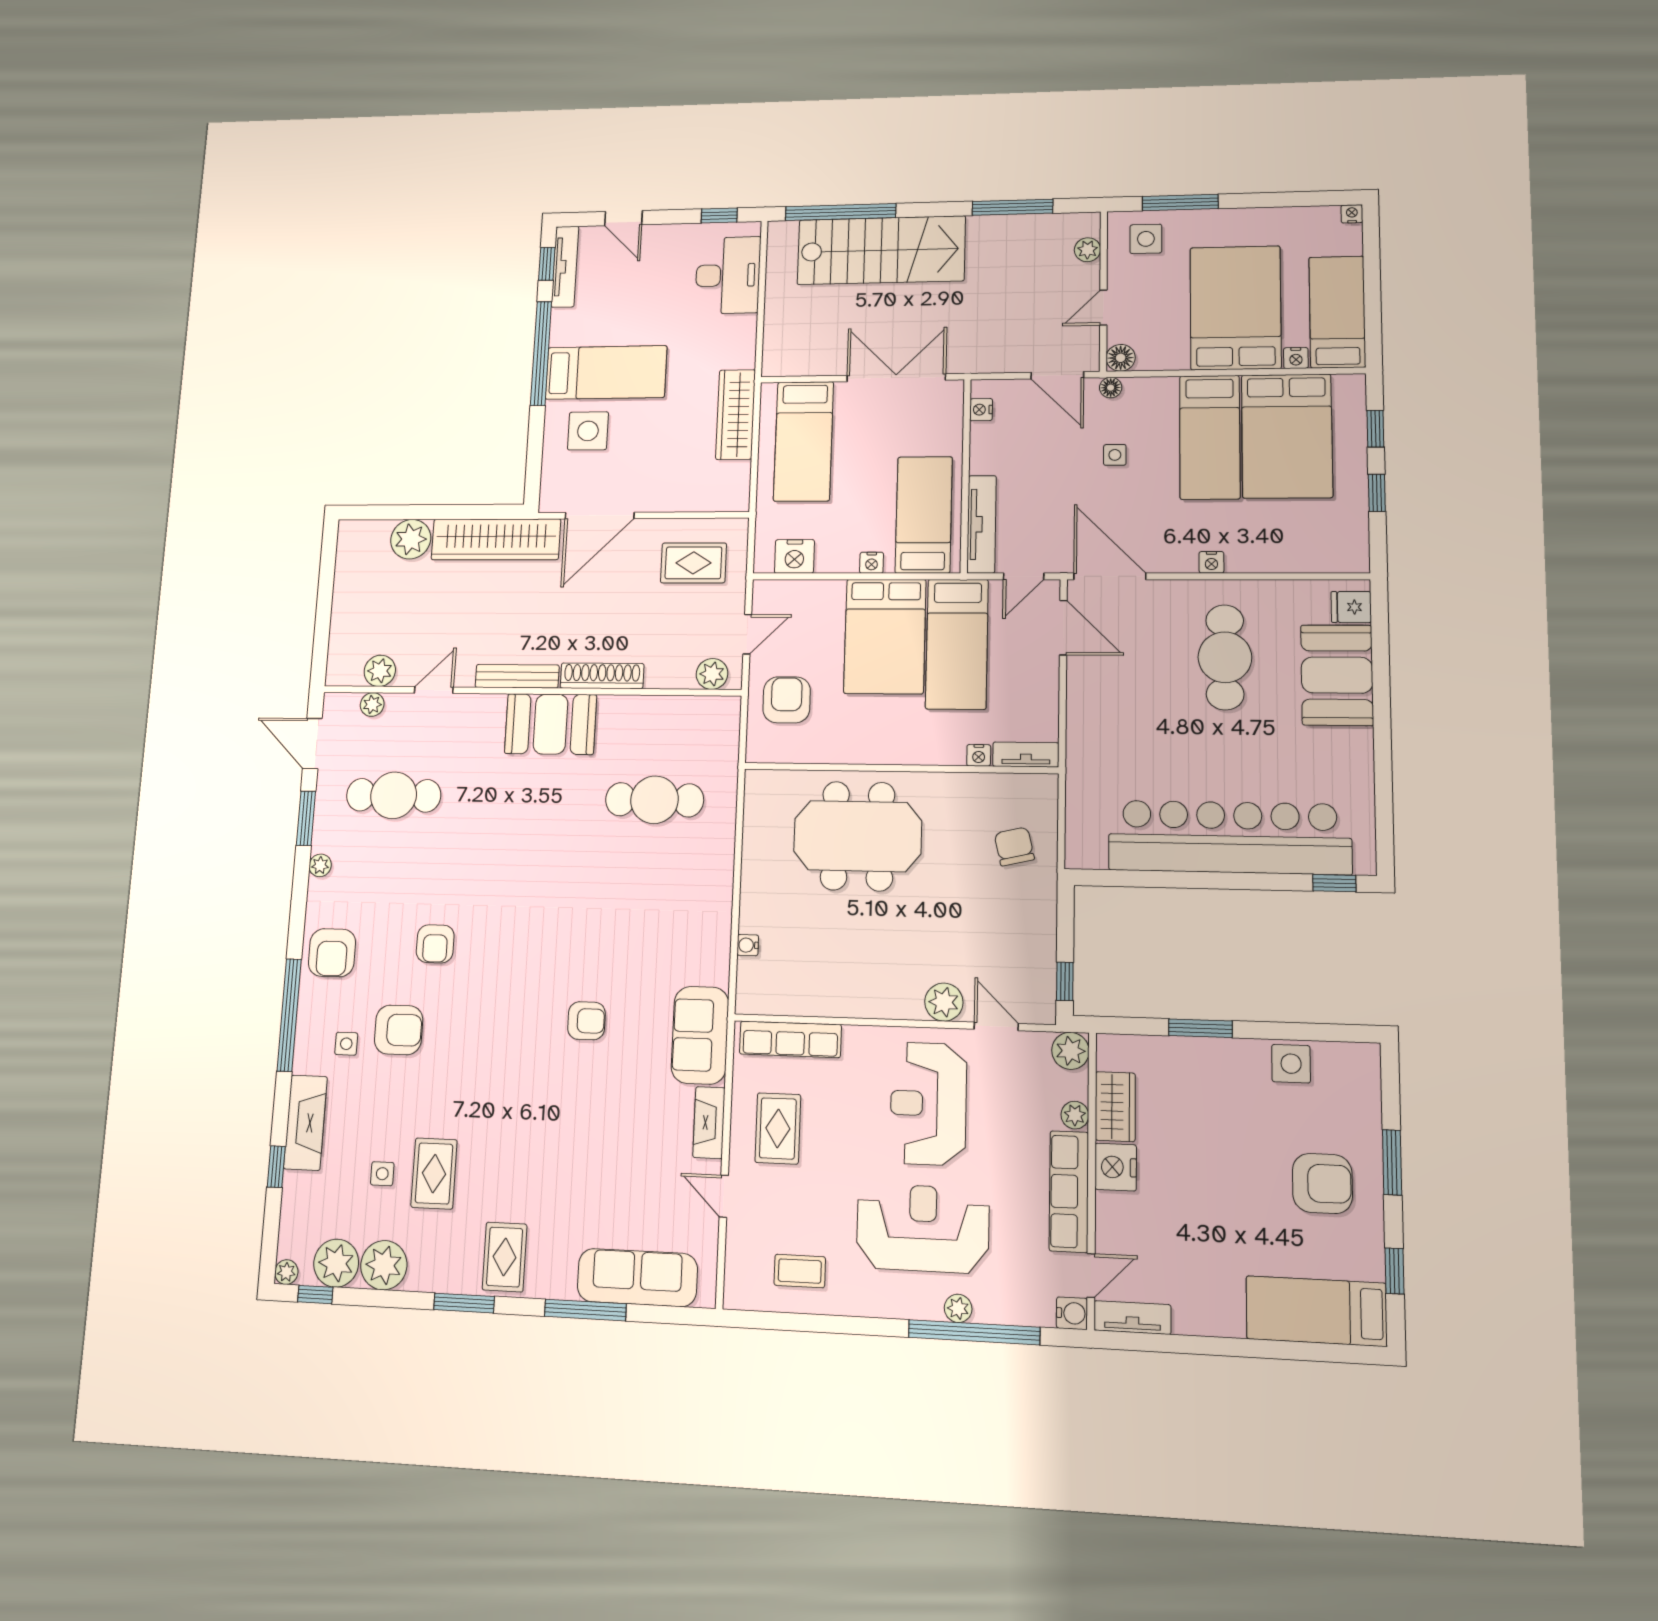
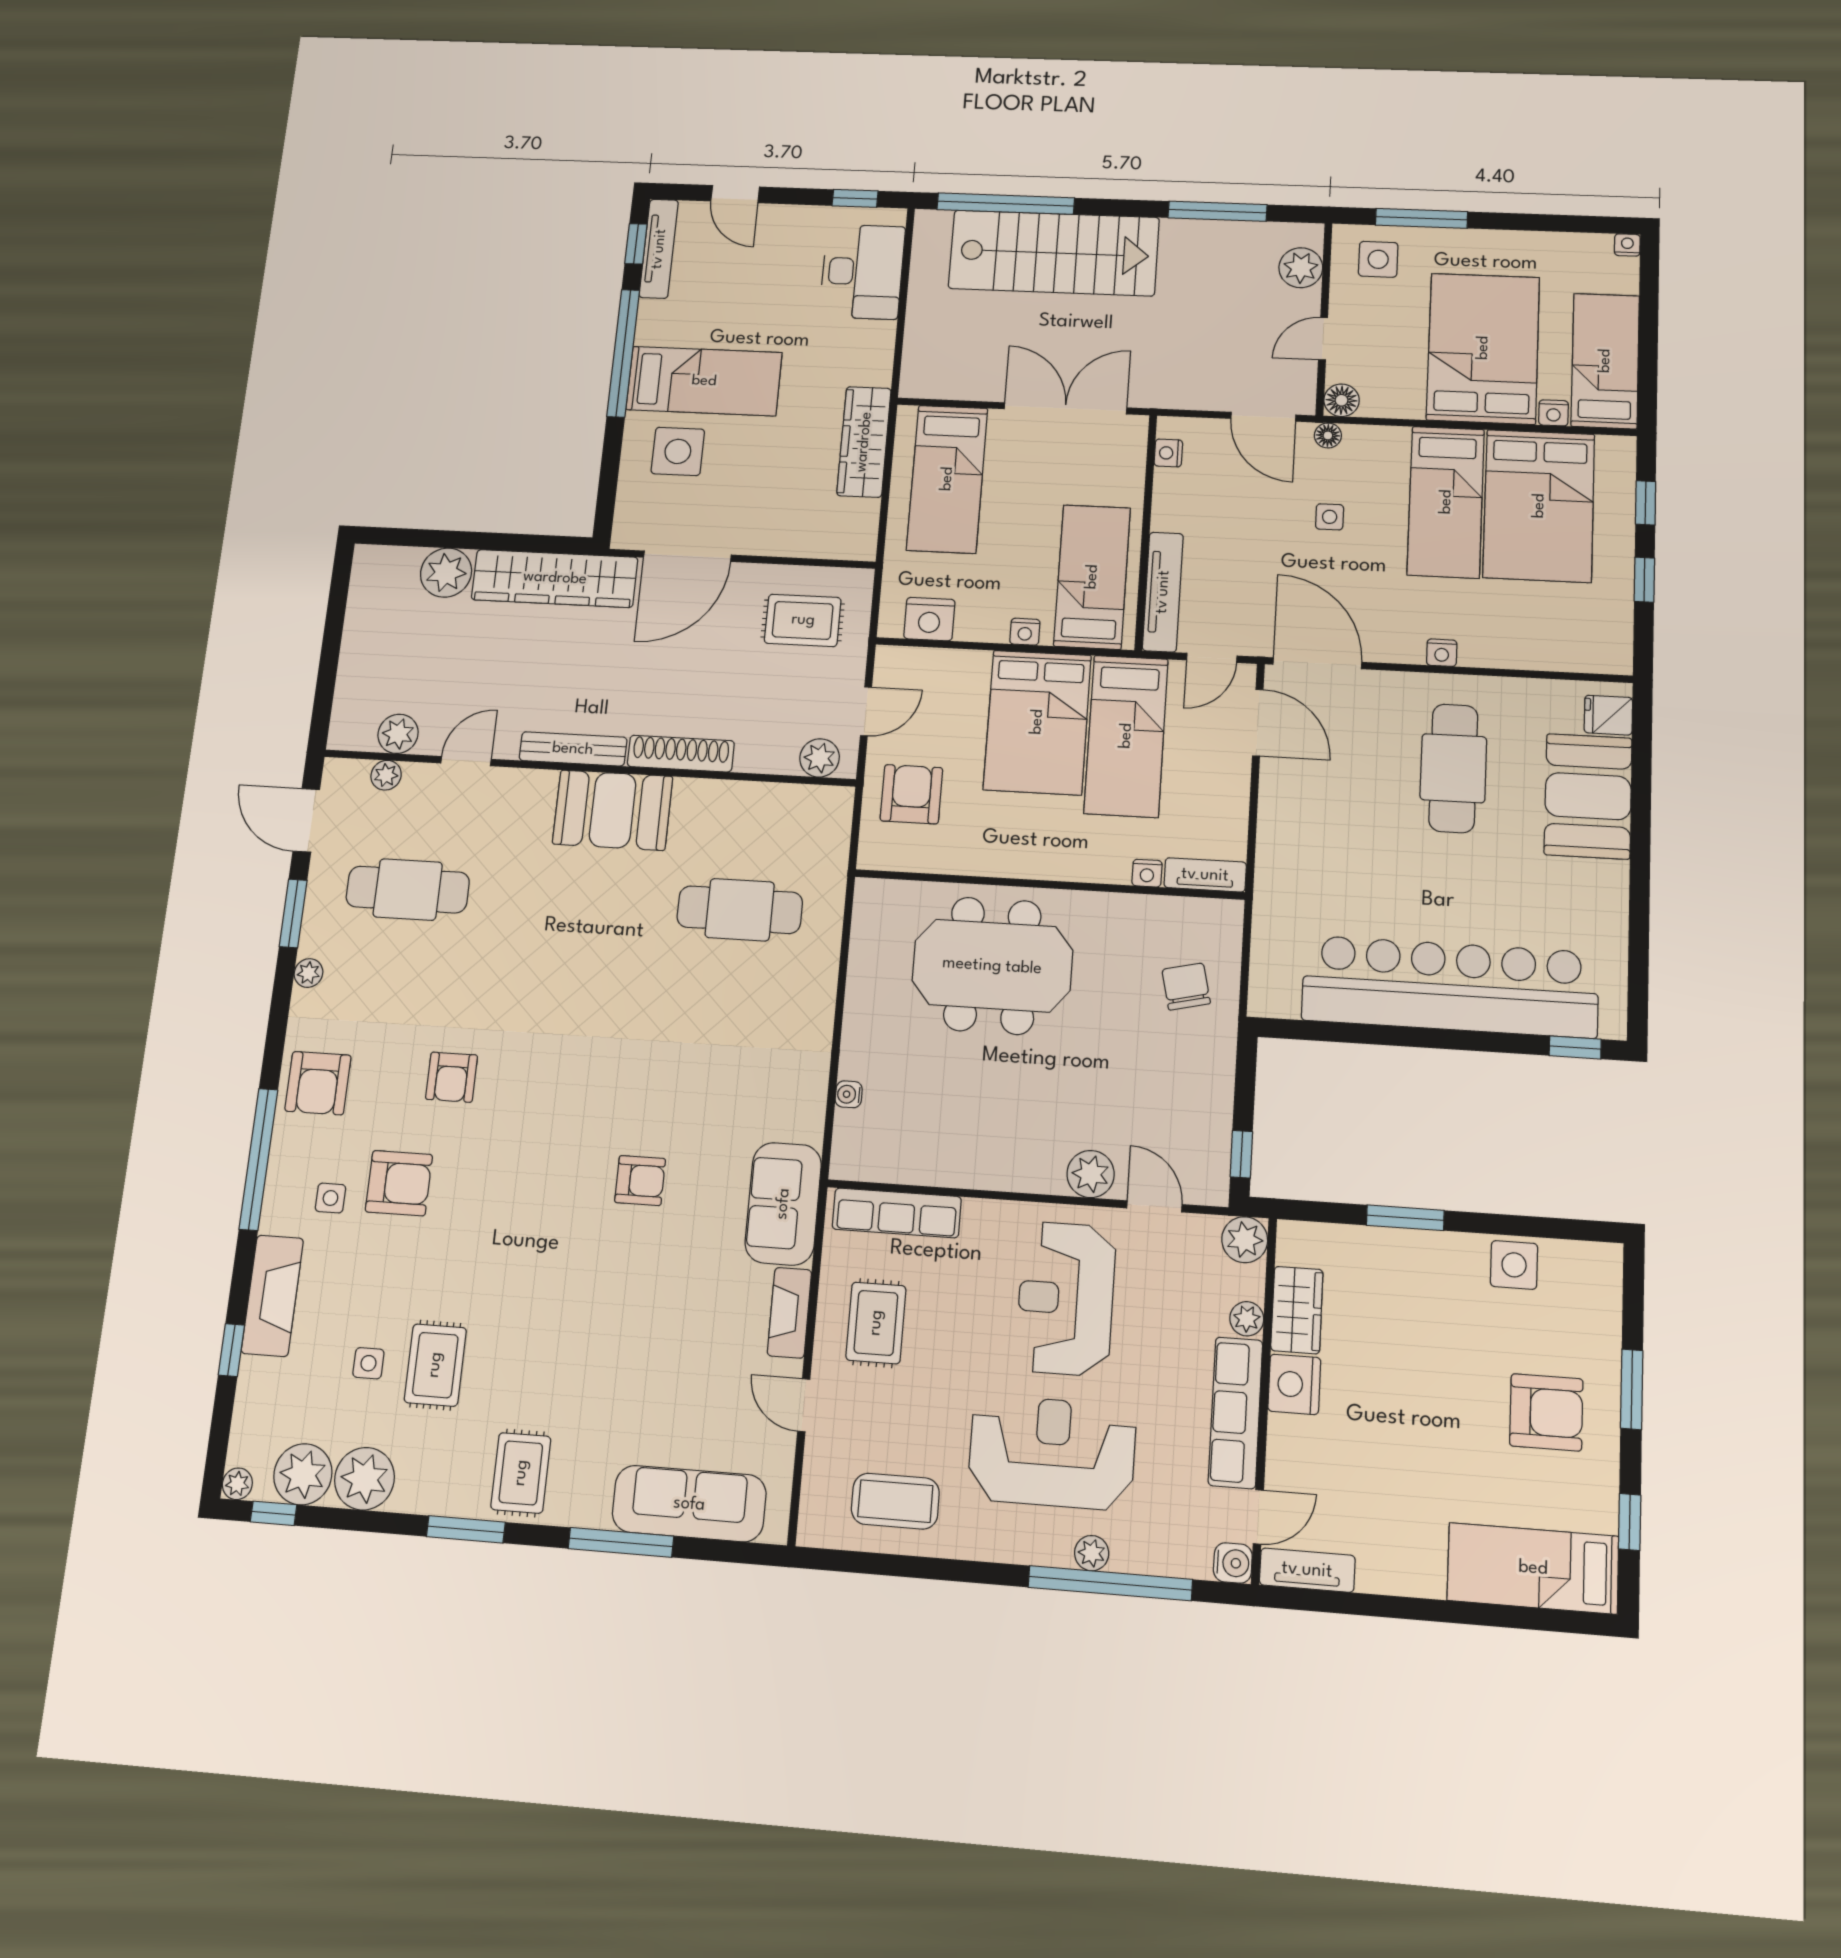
plant: (1088, 250) -> (1301, 268), width x1.38, depth x1.38
coffee table: (800, 1271) -> (895, 1501), width x1.36, depth x1.30

